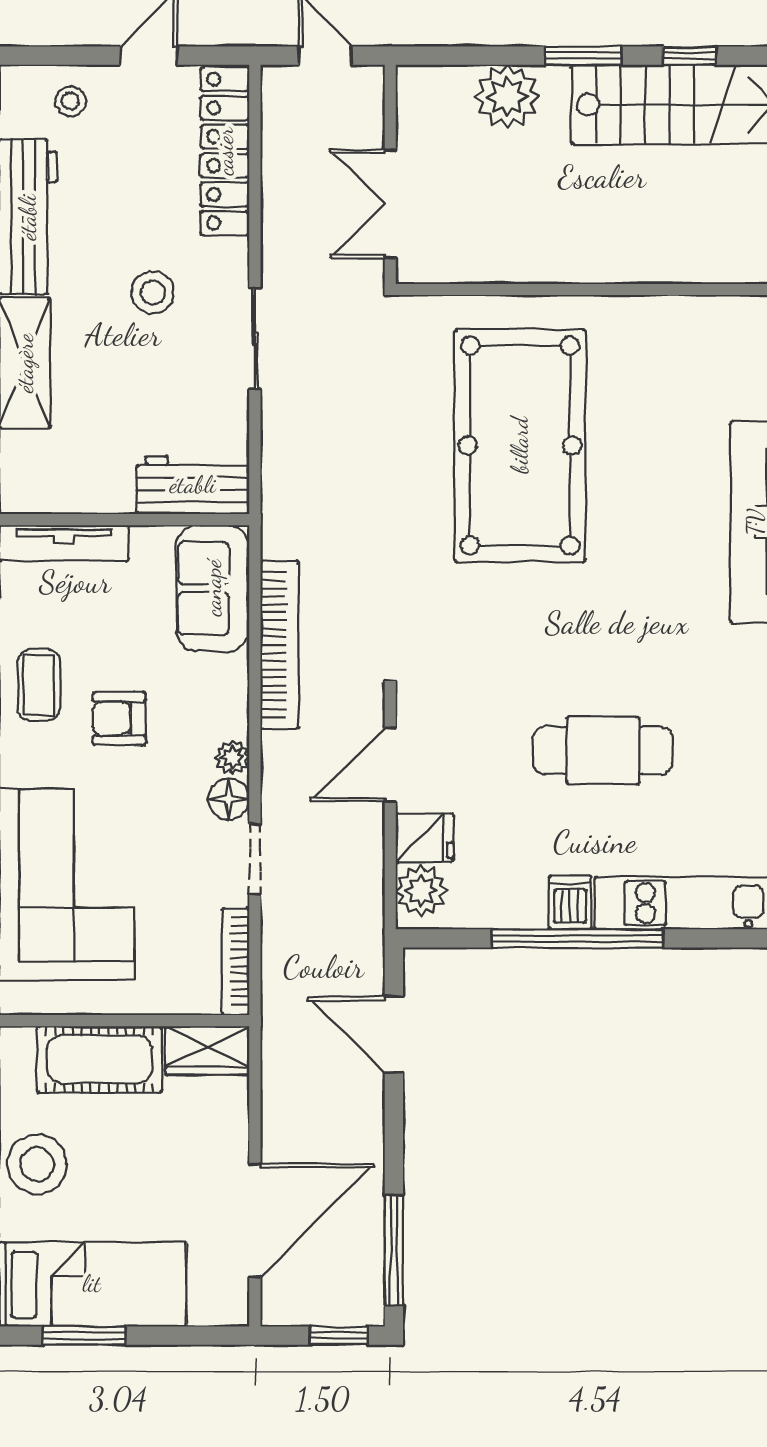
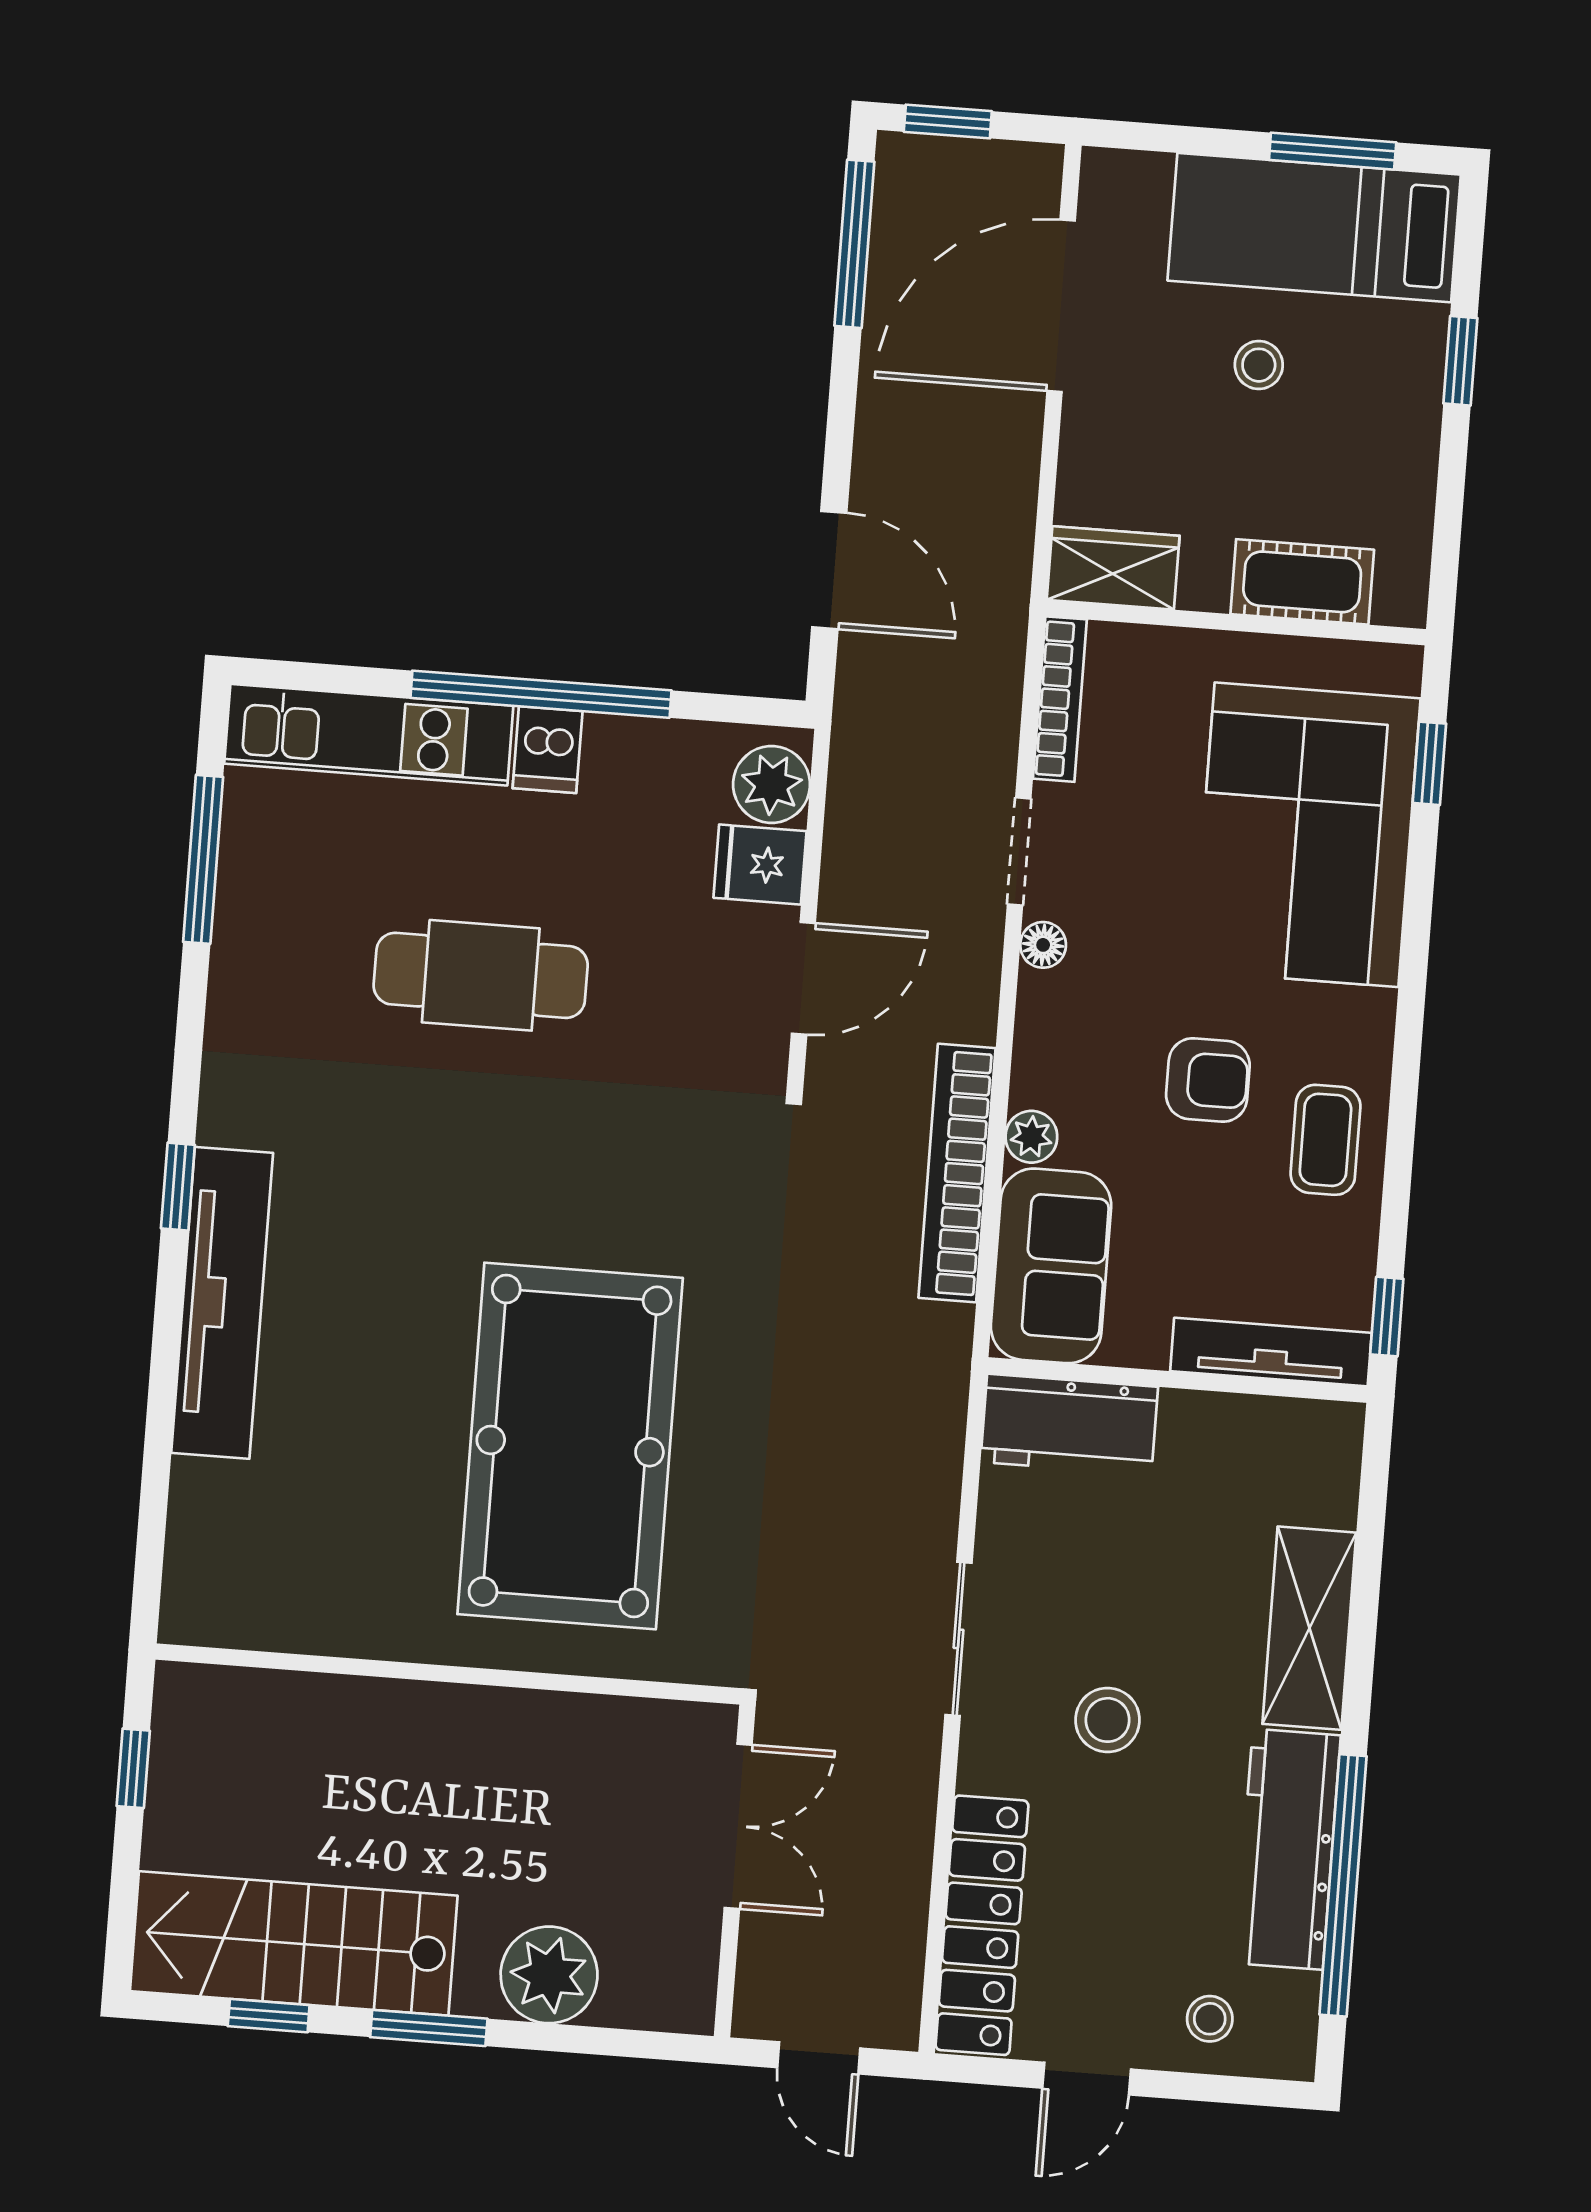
plant: (232, 758) -> (1031, 1137), moved
floor lamp: (229, 799) -> (1043, 945), width x0.73, depth x0.73
cot: (99, 1059) -> (1302, 582), width x0.73, depth x0.75
stool: (37, 1164) -> (1259, 365), moved, width x0.53, depth x0.53

